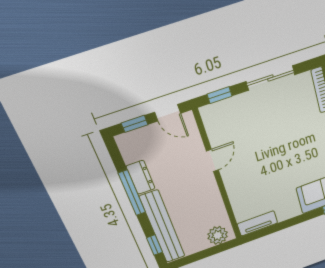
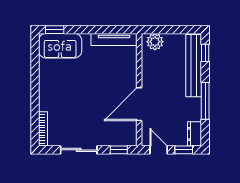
door: (212, 160) -> (139, 104), width x1.88
dresser: (141, 177) -> (195, 134), moved
tv unit: (257, 223) -> (114, 39), width x1.41

